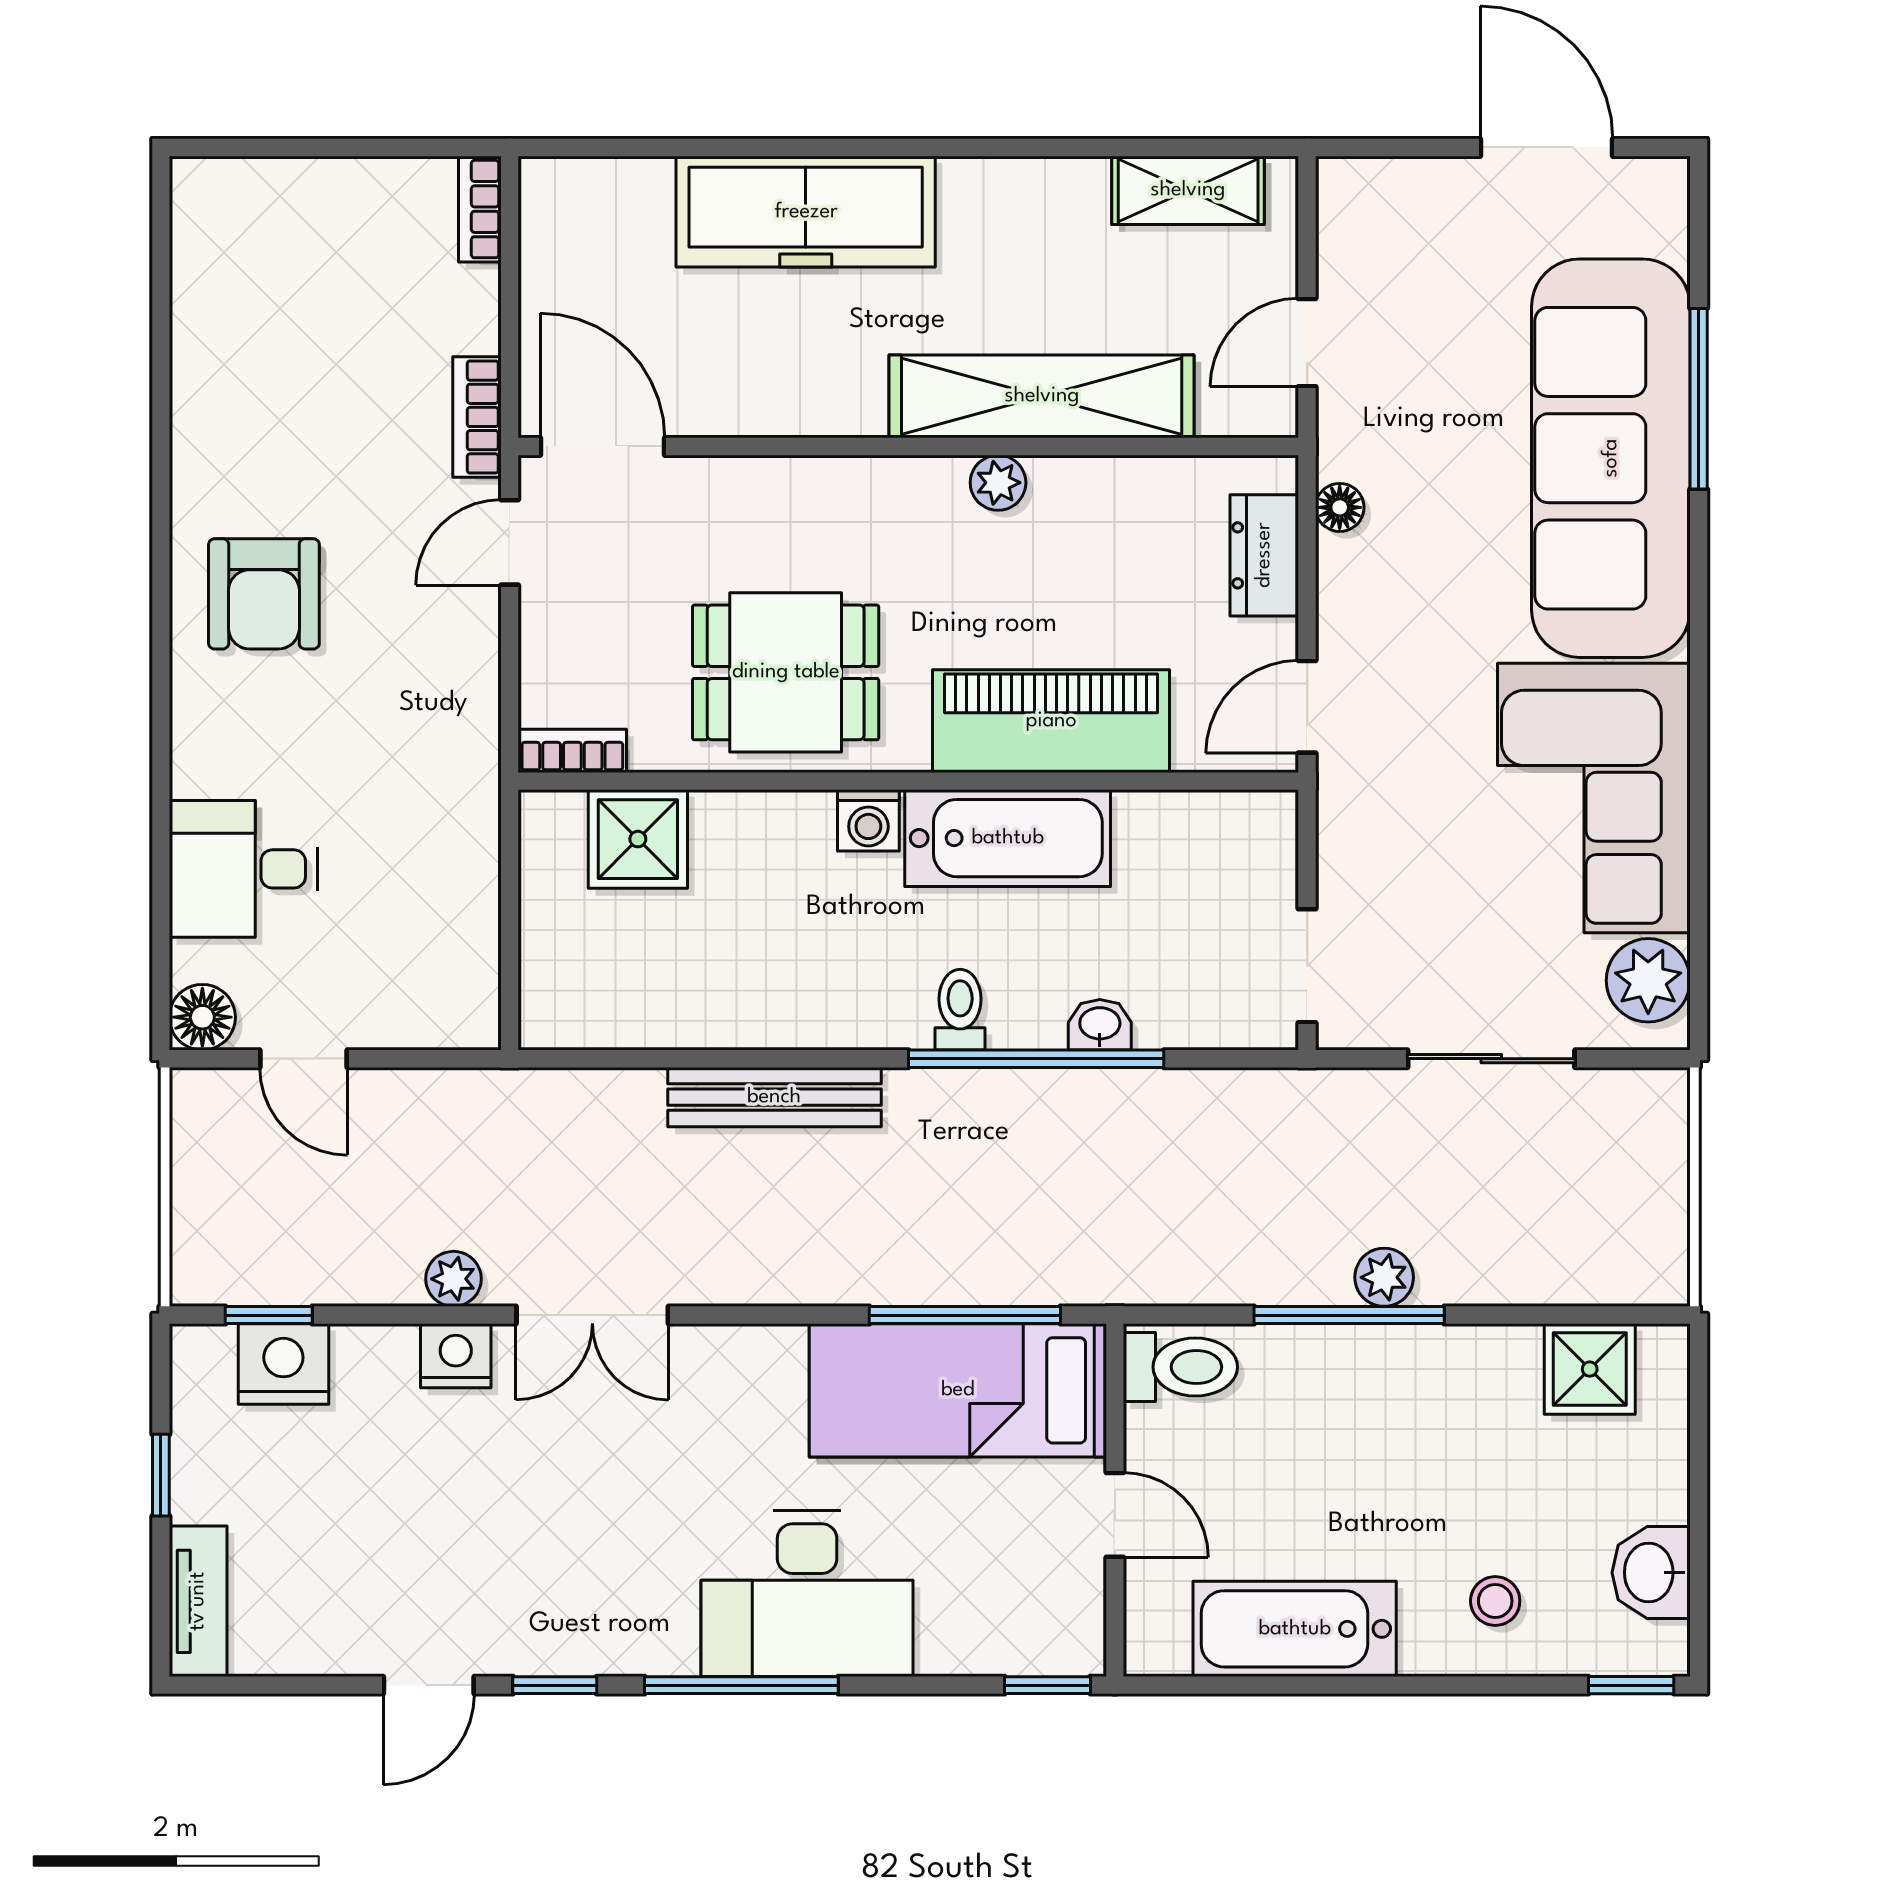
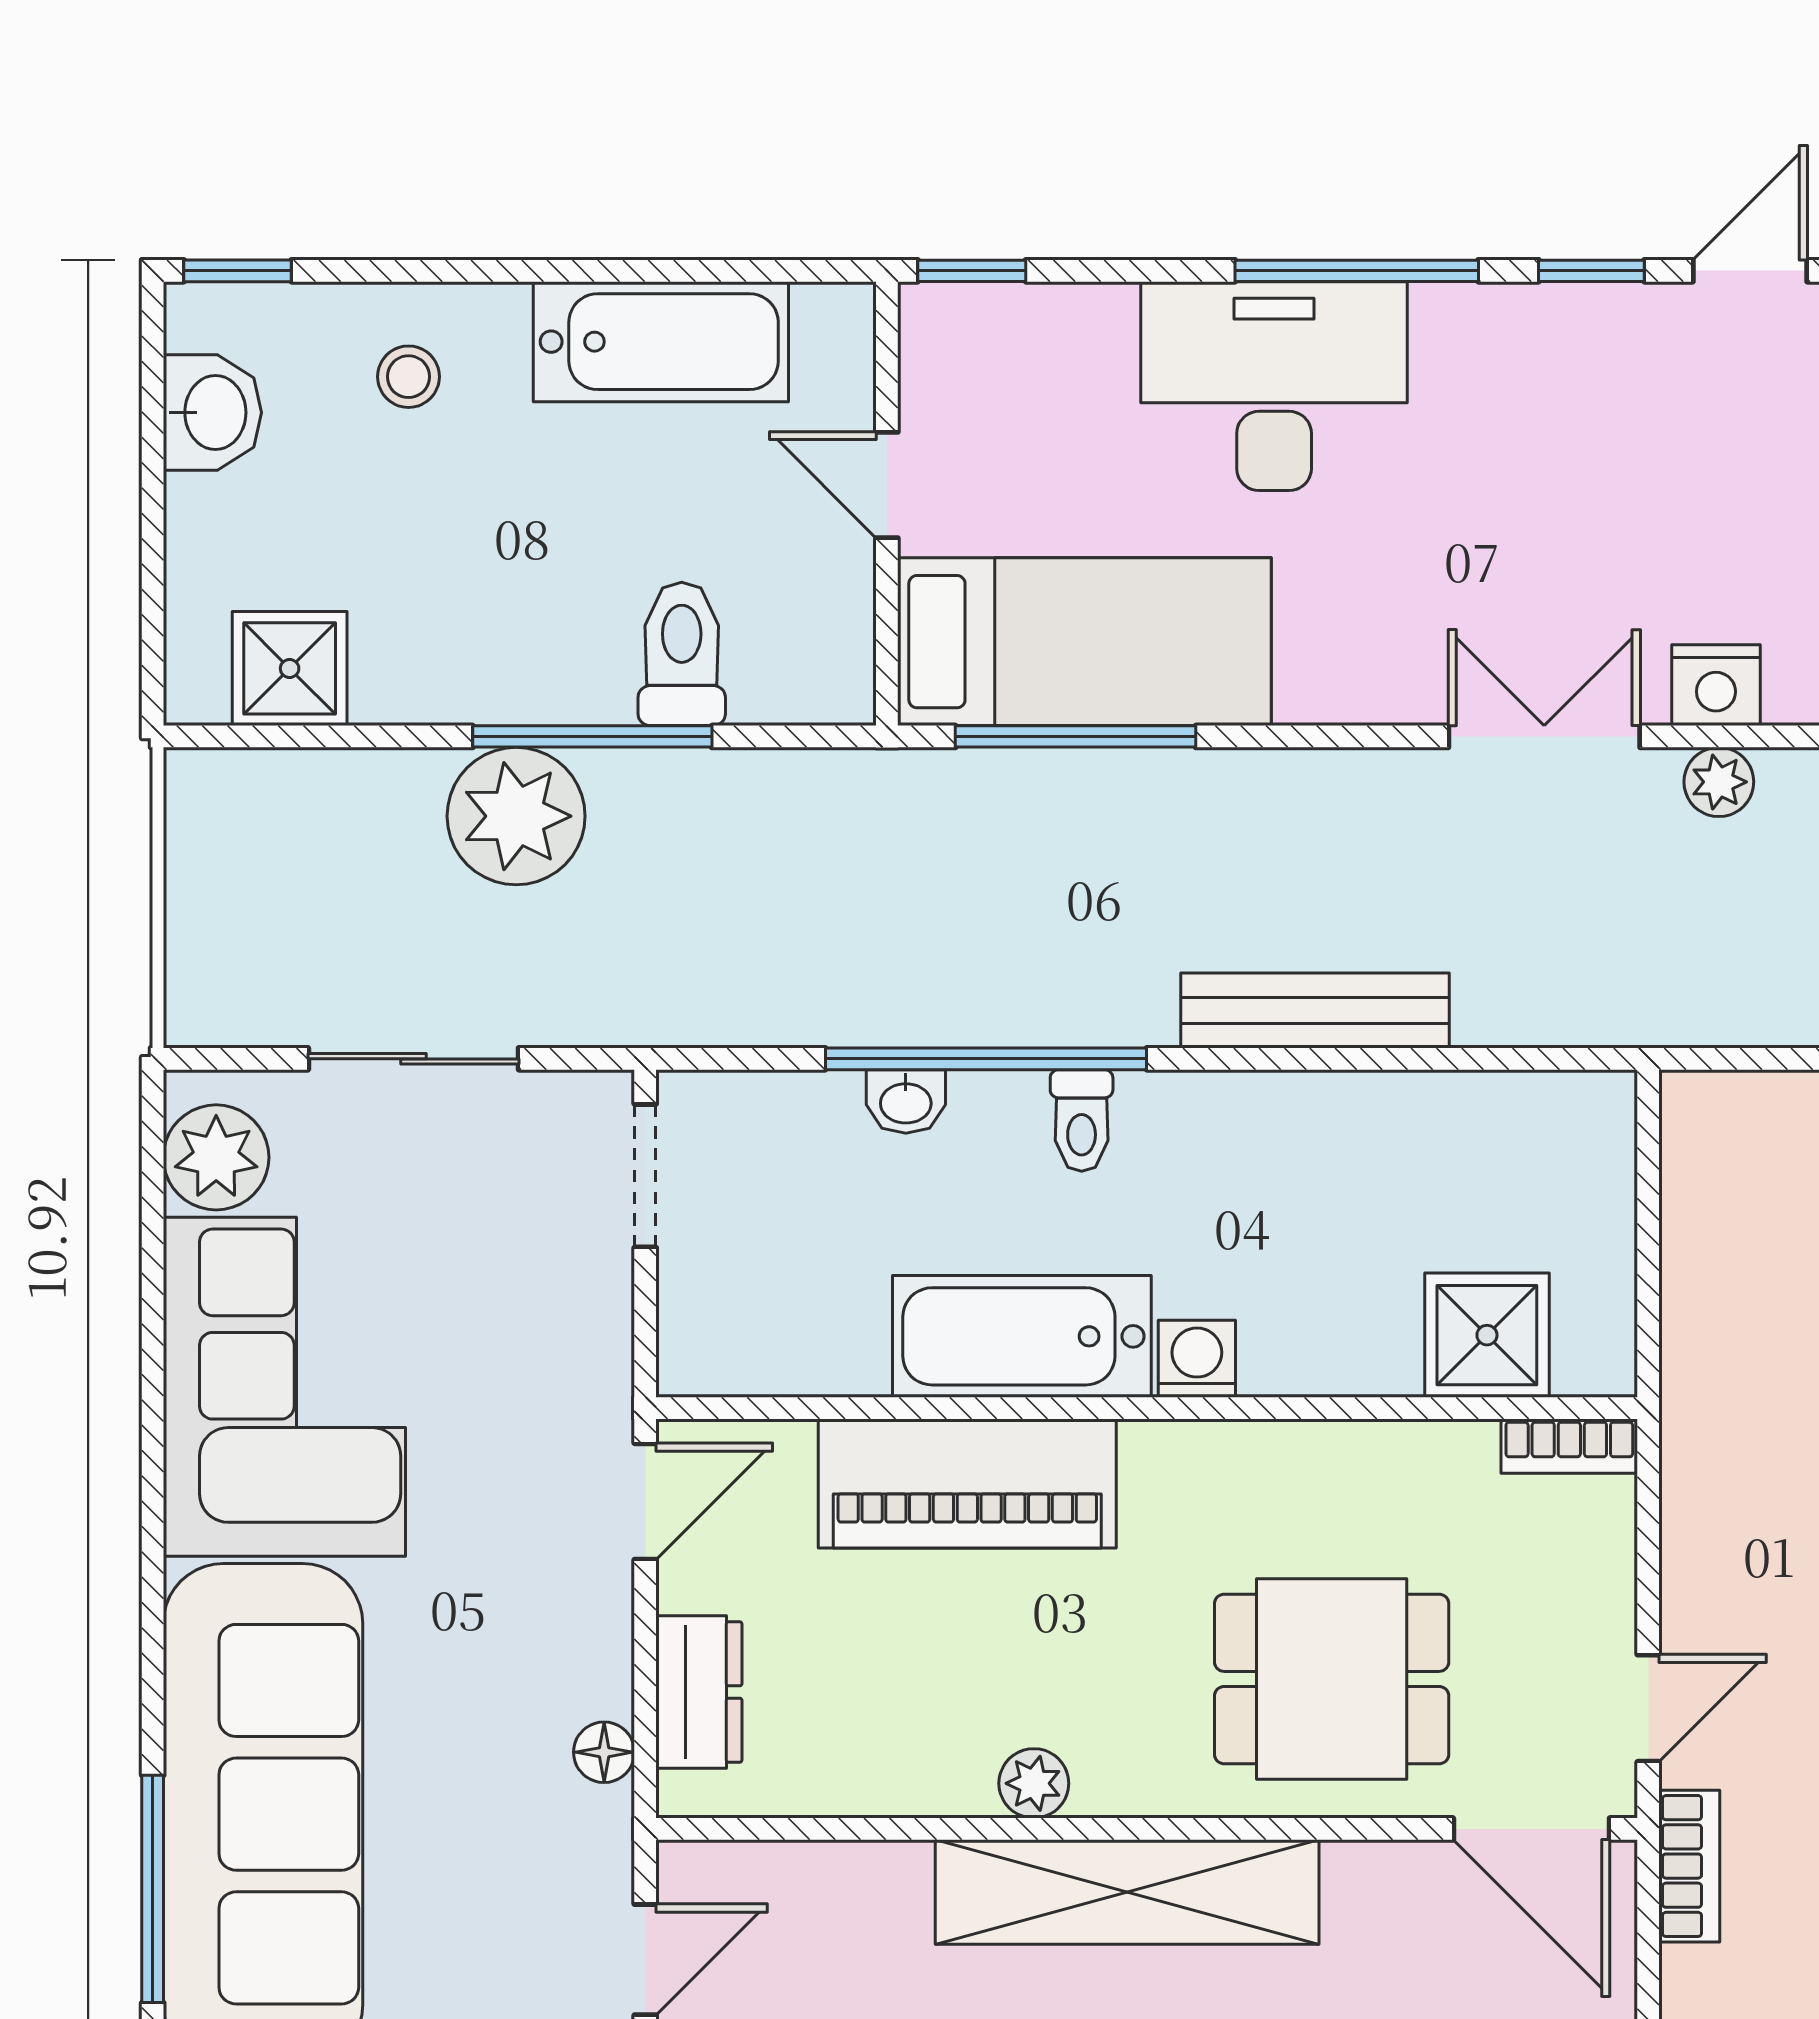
shelving: (1042, 396) -> (1127, 1892), moved
dining table: (786, 672) -> (1332, 1679), moved
plant: (1384, 1277) -> (516, 816), width x1.88, depth x1.88
toilet: (1180, 1367) -> (682, 654), moved, turned 90

